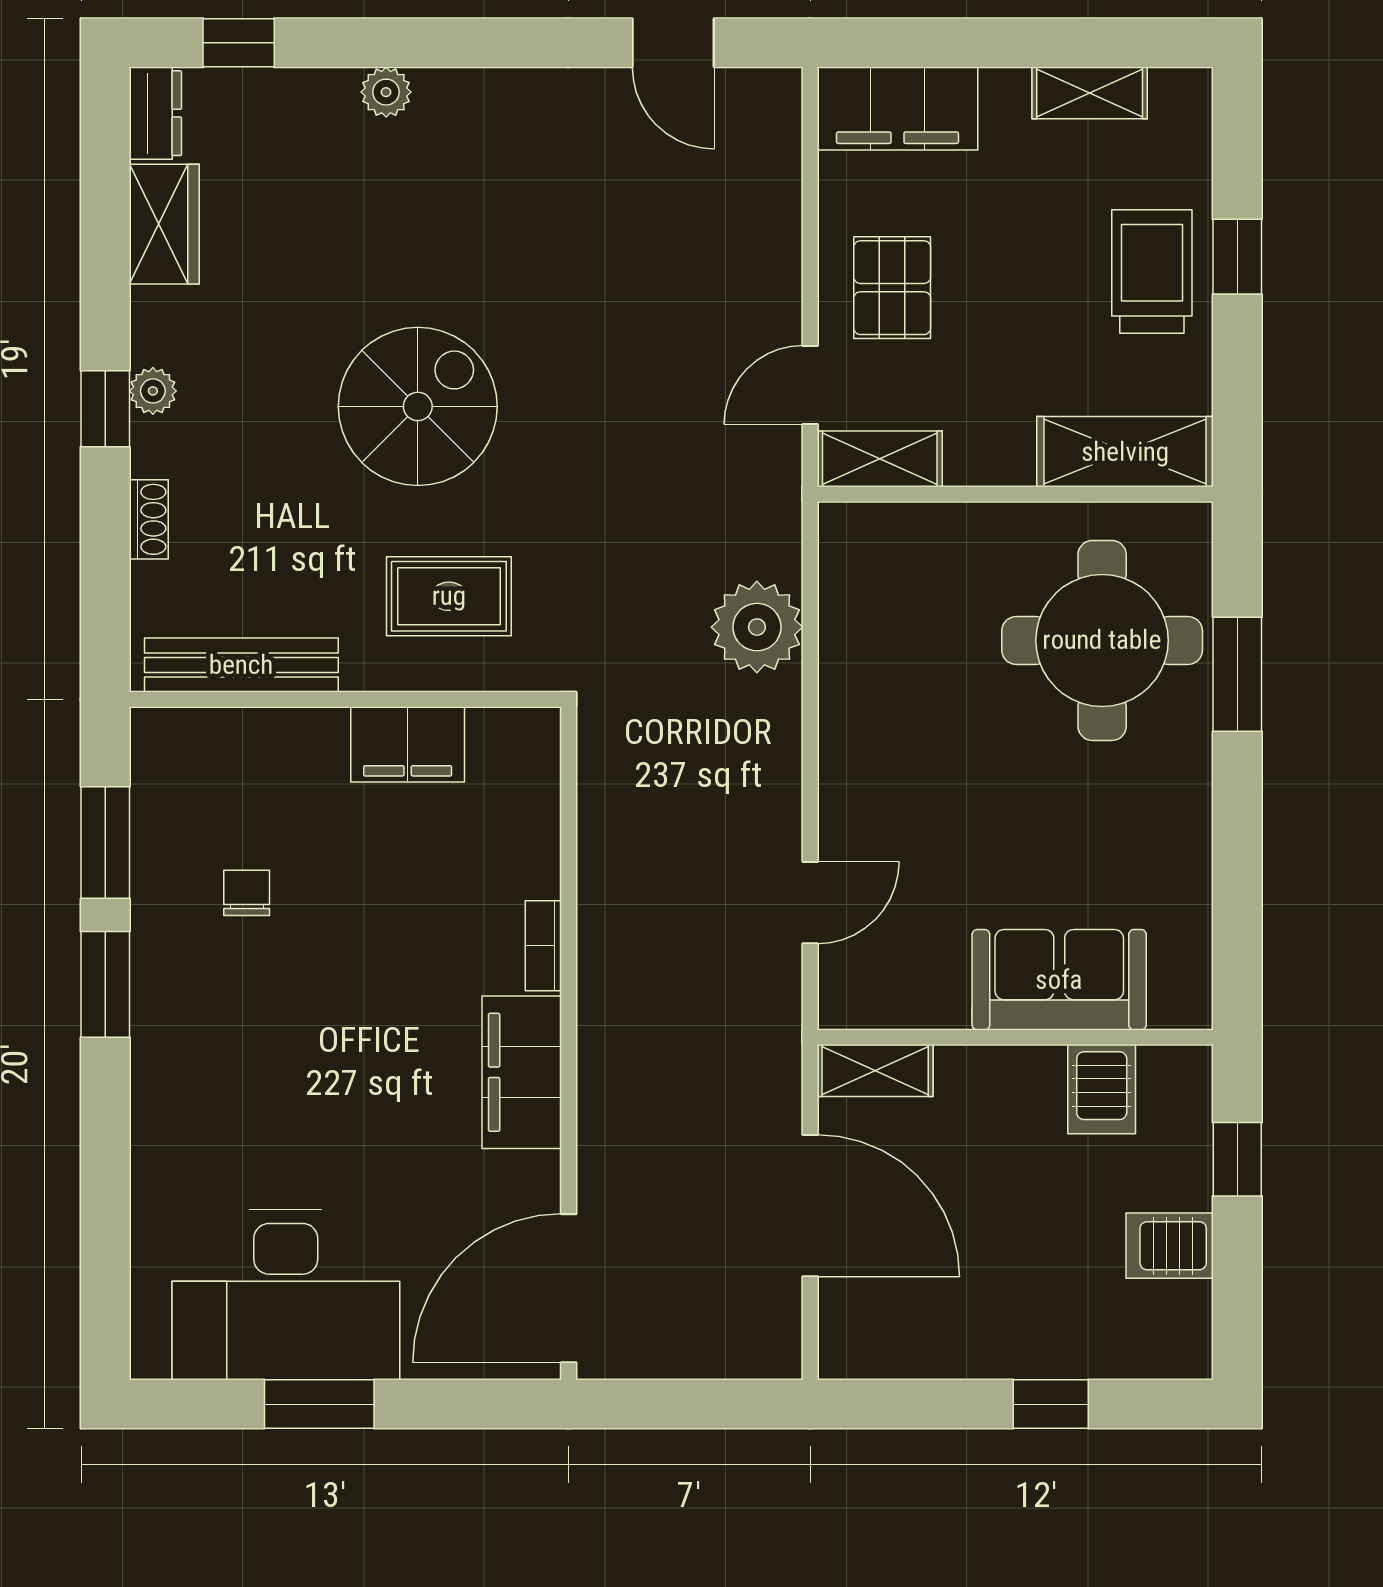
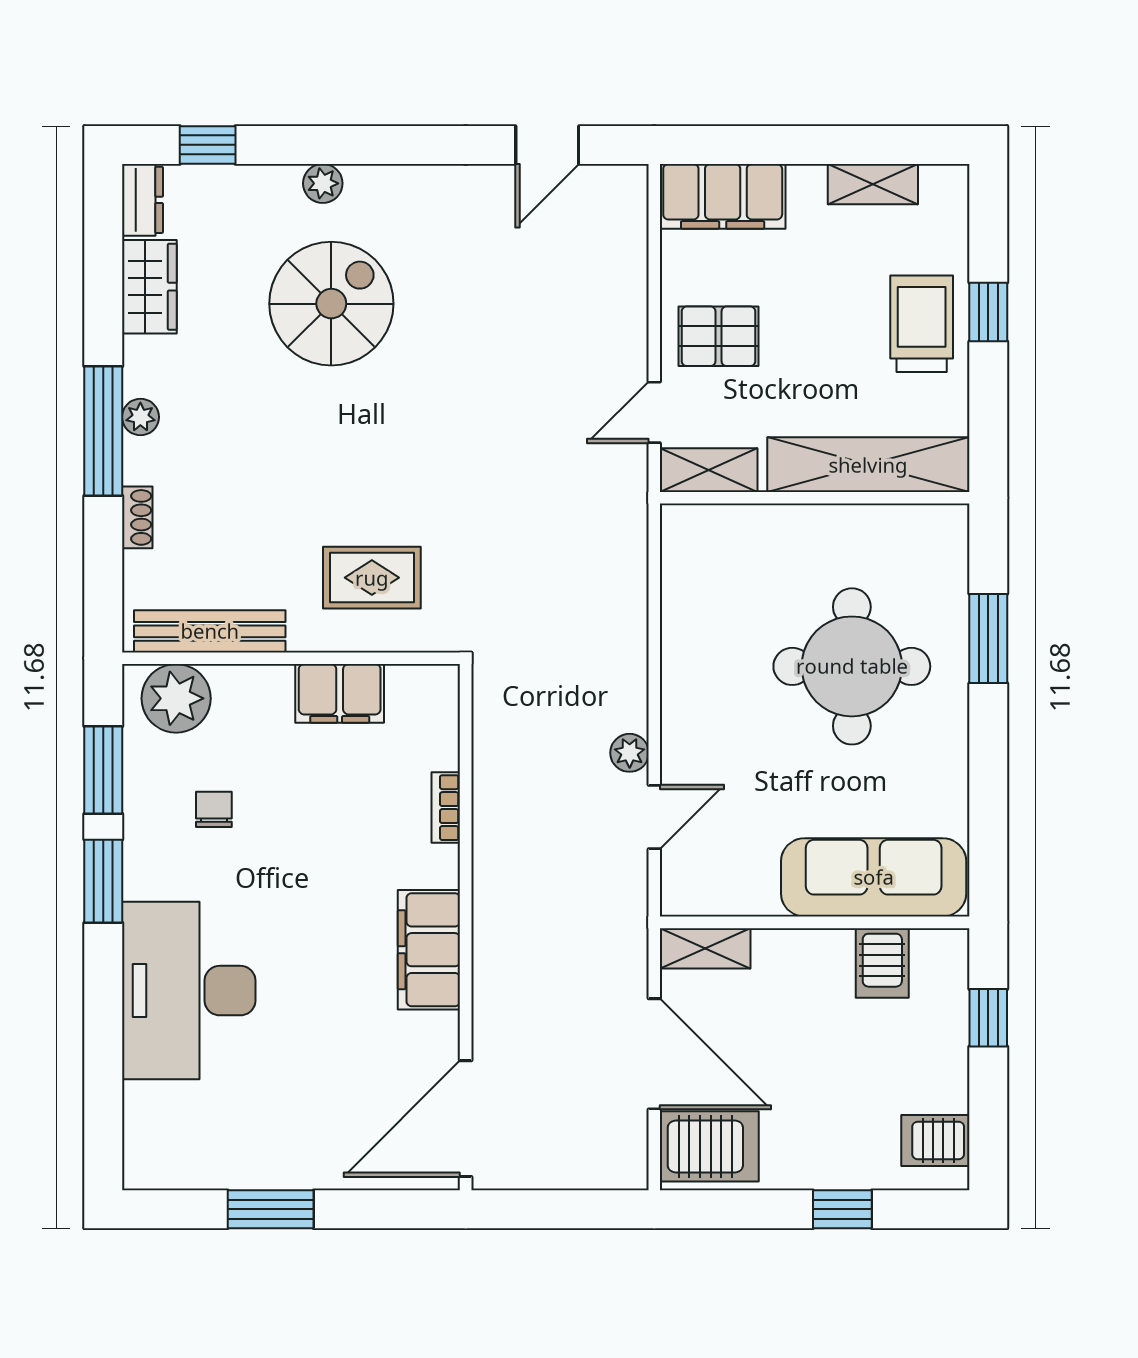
door: (673, 43) -> (547, 145), hinge flipped
pallet: (892, 288) -> (718, 336), turned 90
spiral stairs: (418, 406) -> (331, 304), moved
window: (105, 409) -> (103, 431), width x2.17
shelving: (1125, 452) -> (868, 465), width x1.47
plant: (757, 627) -> (630, 753), moved, width x0.53, depth x0.53
round table: (1102, 640) -> (852, 666), moved
plant: (198, 751) -> (176, 698), added
bookcase: (543, 946) -> (446, 808), moved
sofa: (1059, 980) -> (874, 877), width x1.36
server rack: (1170, 1246) -> (935, 1140), moved
desk: (286, 1295) -> (189, 991), moved, turned 90
server rack: (880, 1324) -> (709, 1146), added

